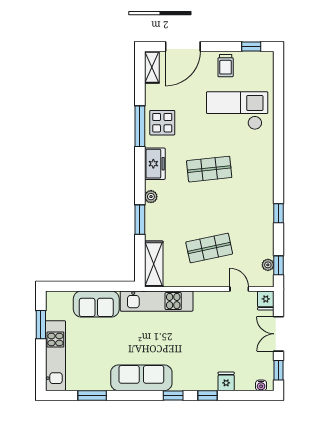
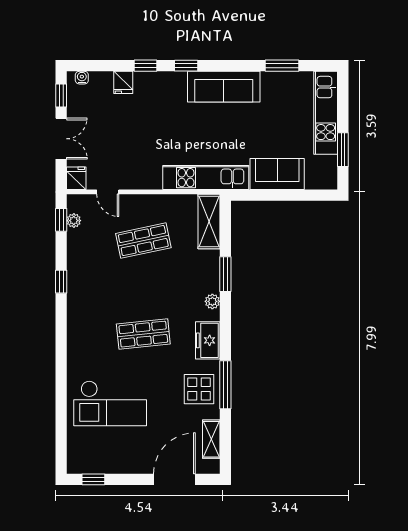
trolley: (226, 66) -> (124, 457), removed
shelving: (152, 67) -> (211, 439), moved

